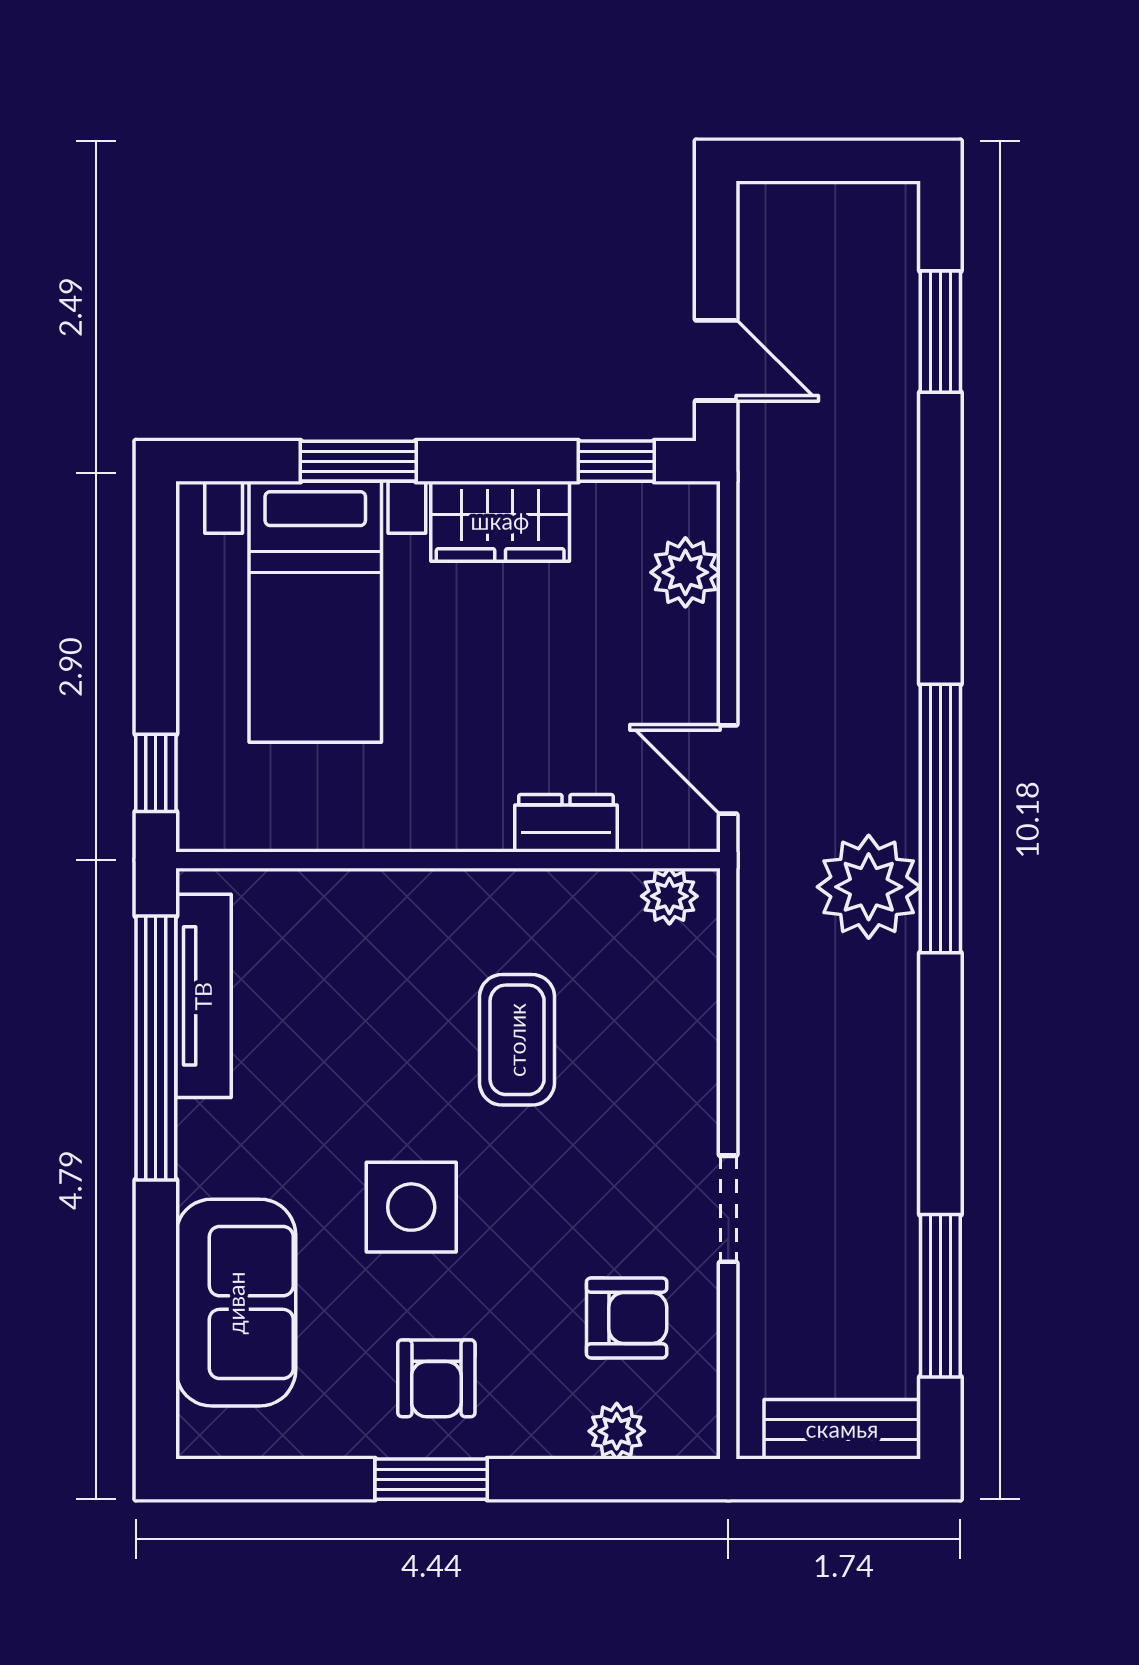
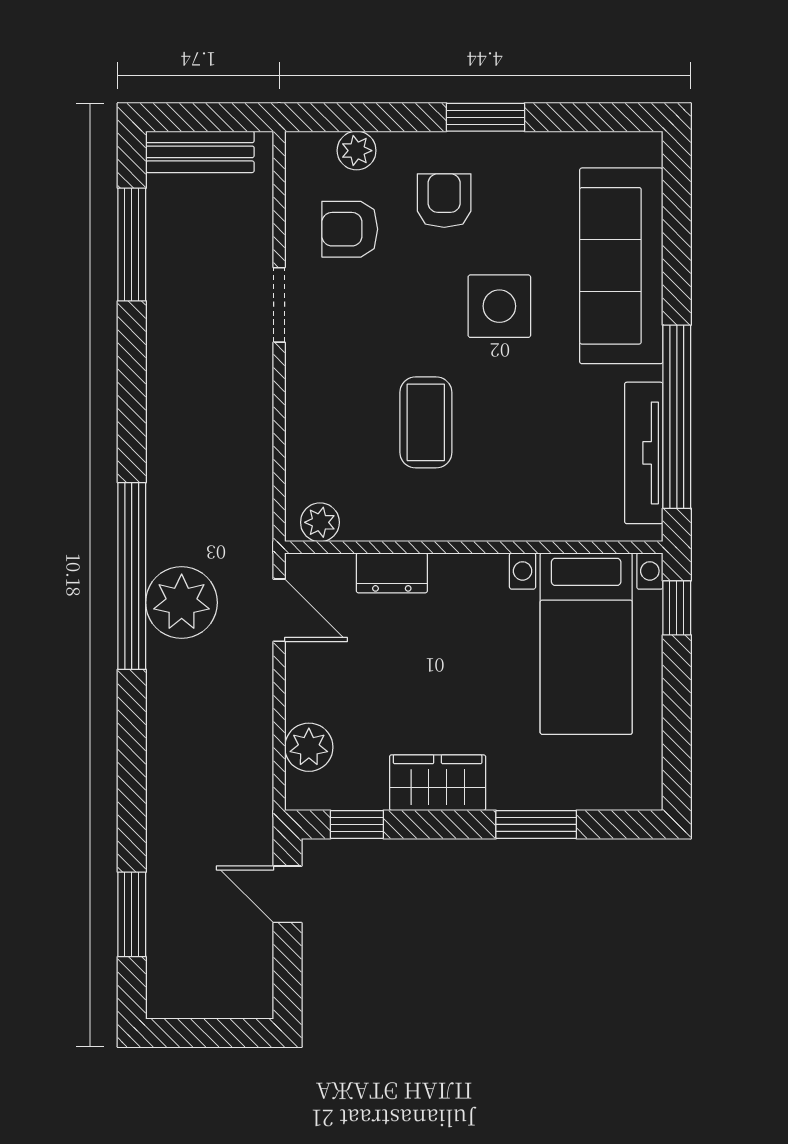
bed with nightstands: (315, 612) -> (586, 644), moved, turned 180
plant: (869, 887) -> (182, 603), moved
sofa: (236, 1303) -> (621, 266), width x1.36
armchair: (436, 1378) -> (444, 201), moved

